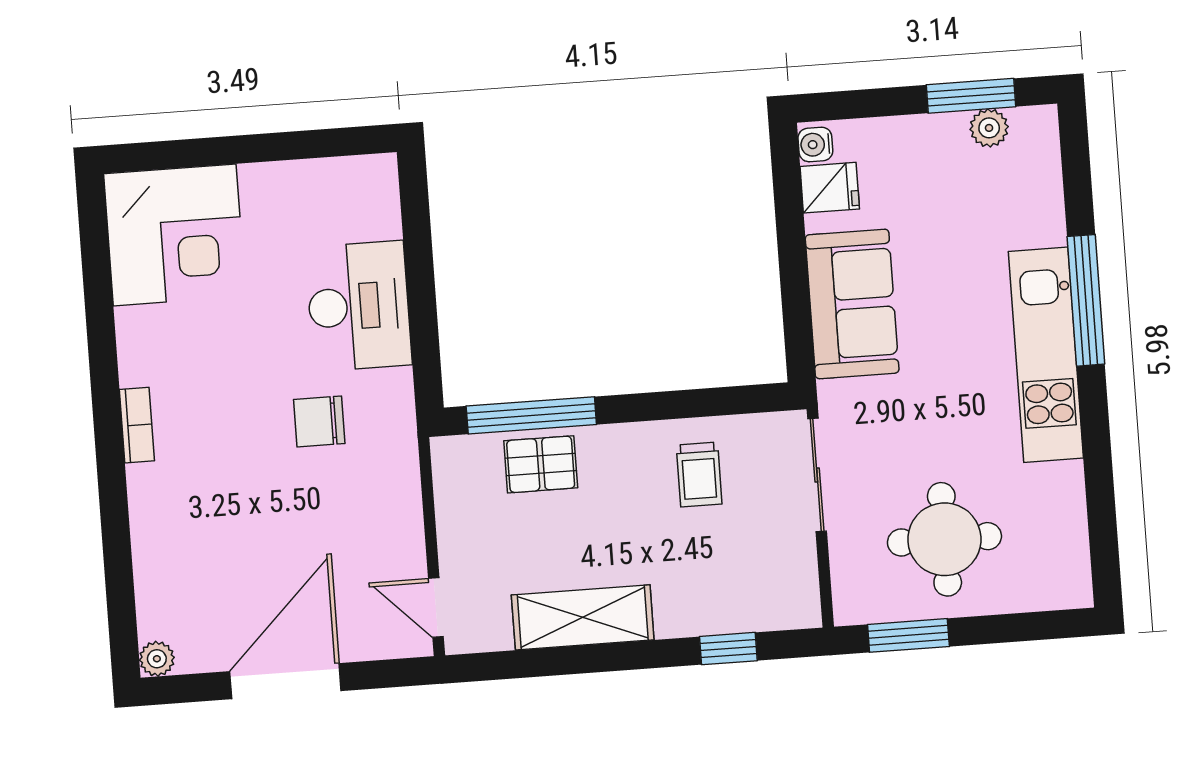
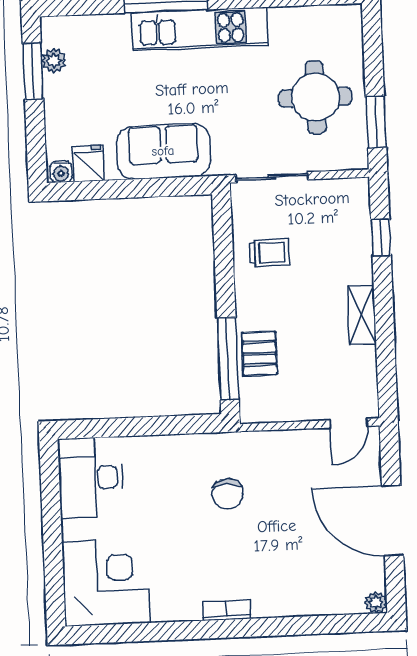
desk: (359, 306) -> (90, 478), moved, turned -90
shelving: (583, 617) -> (362, 315), width x0.67, depth x0.75

